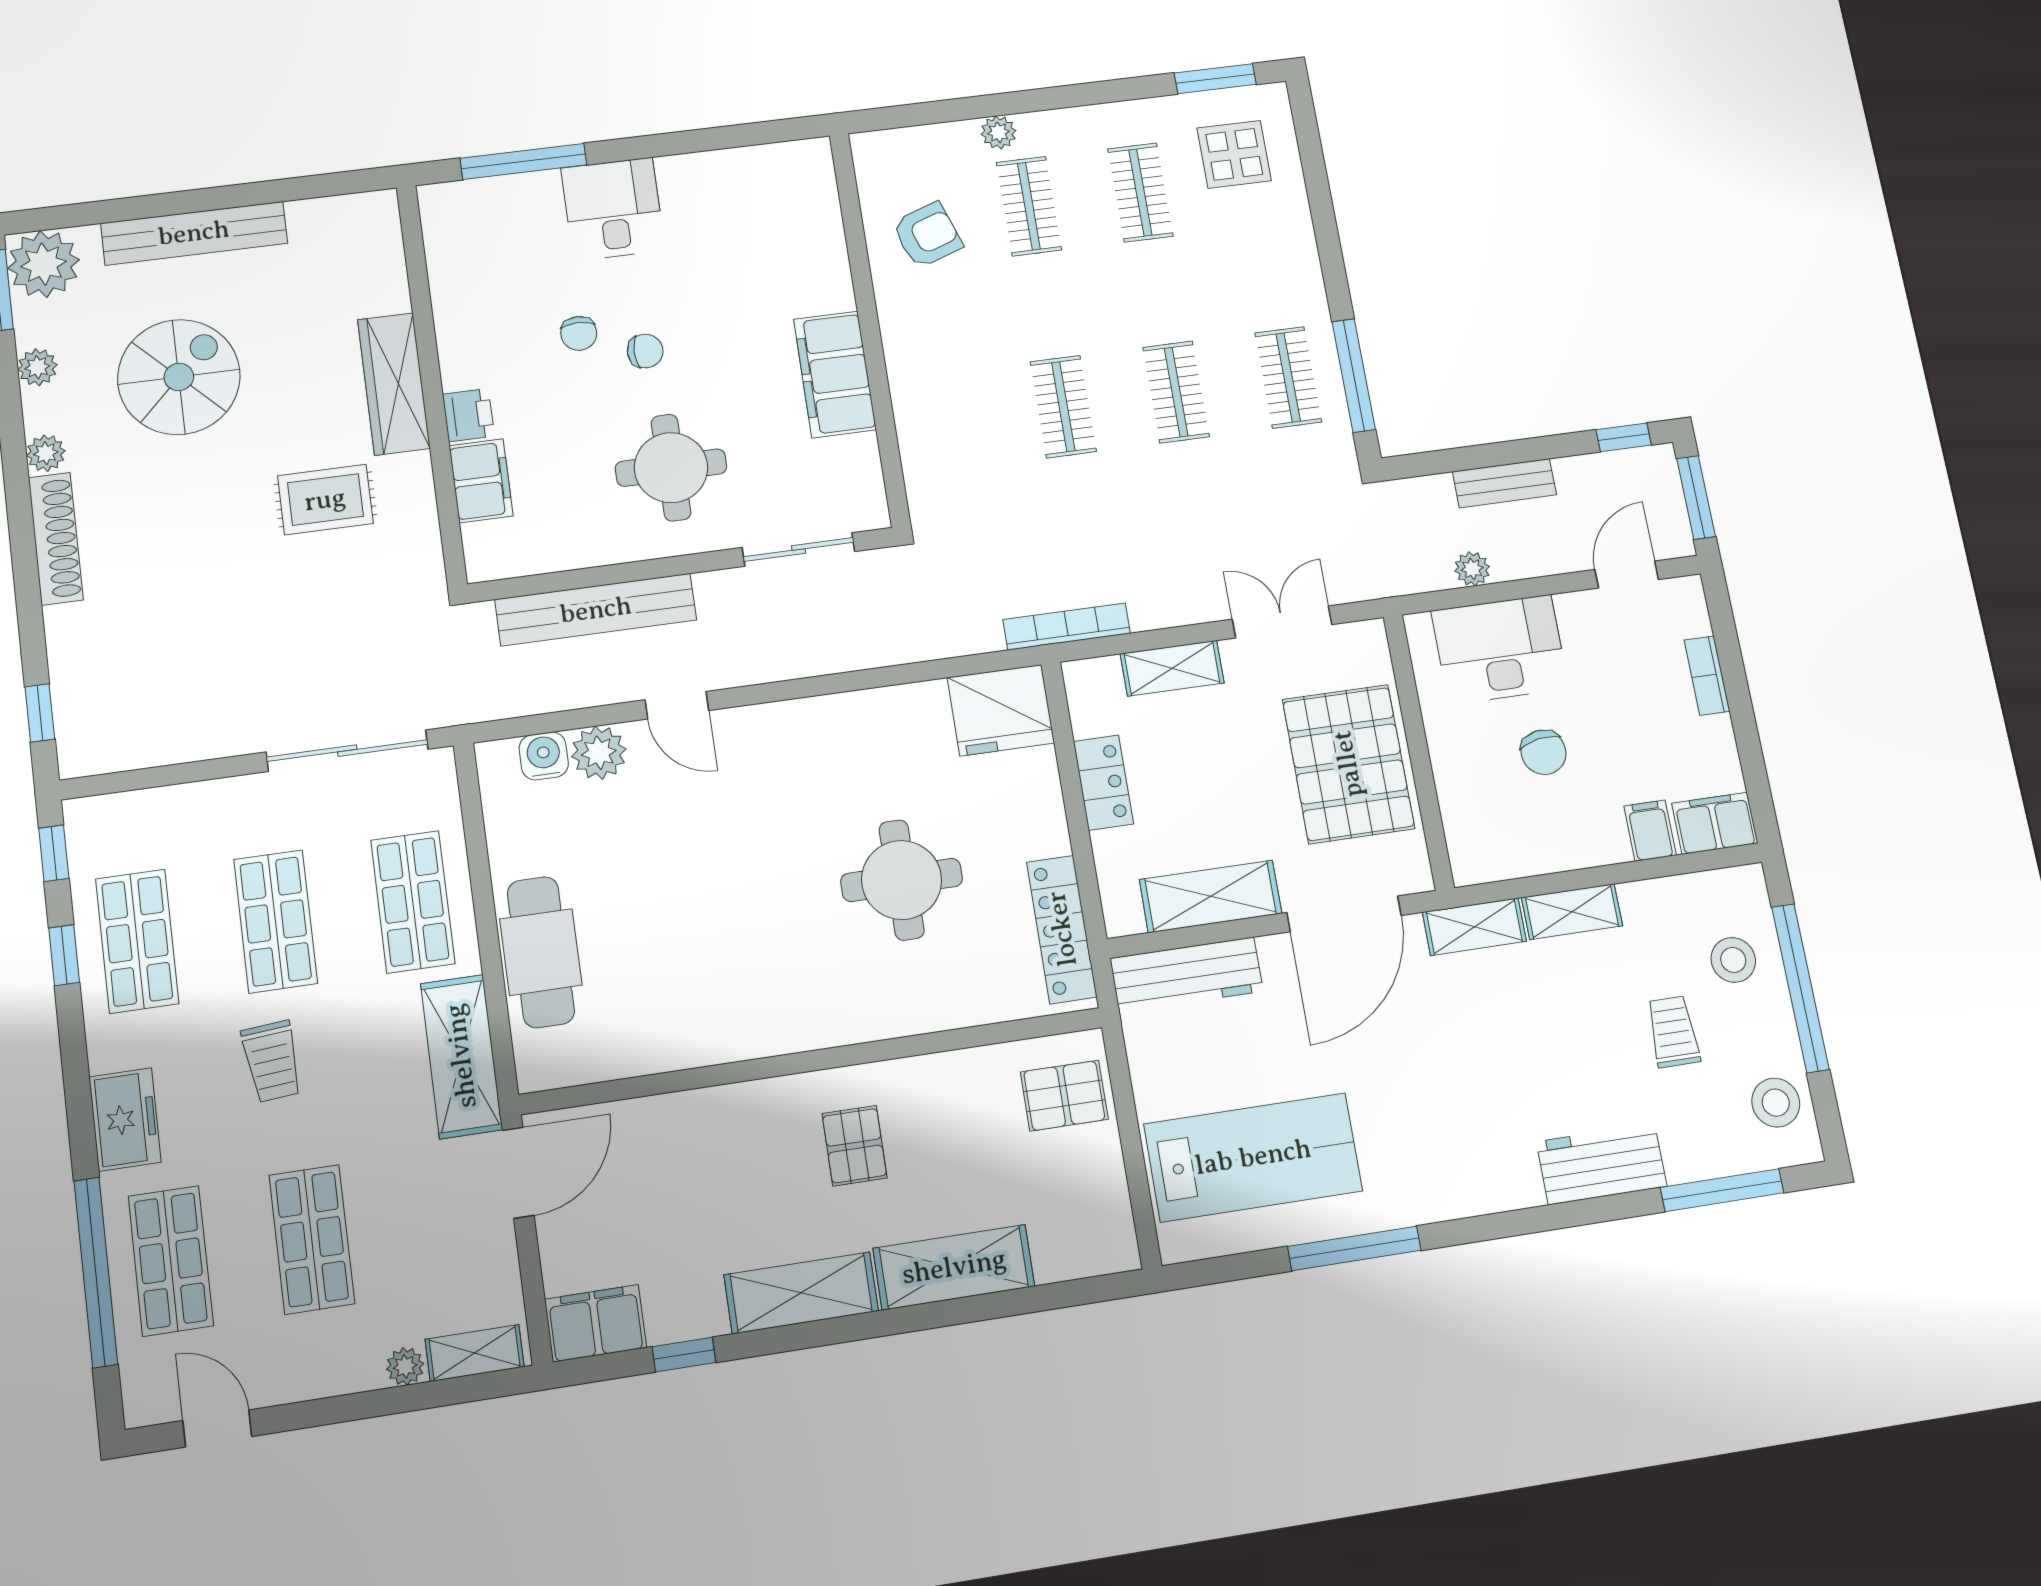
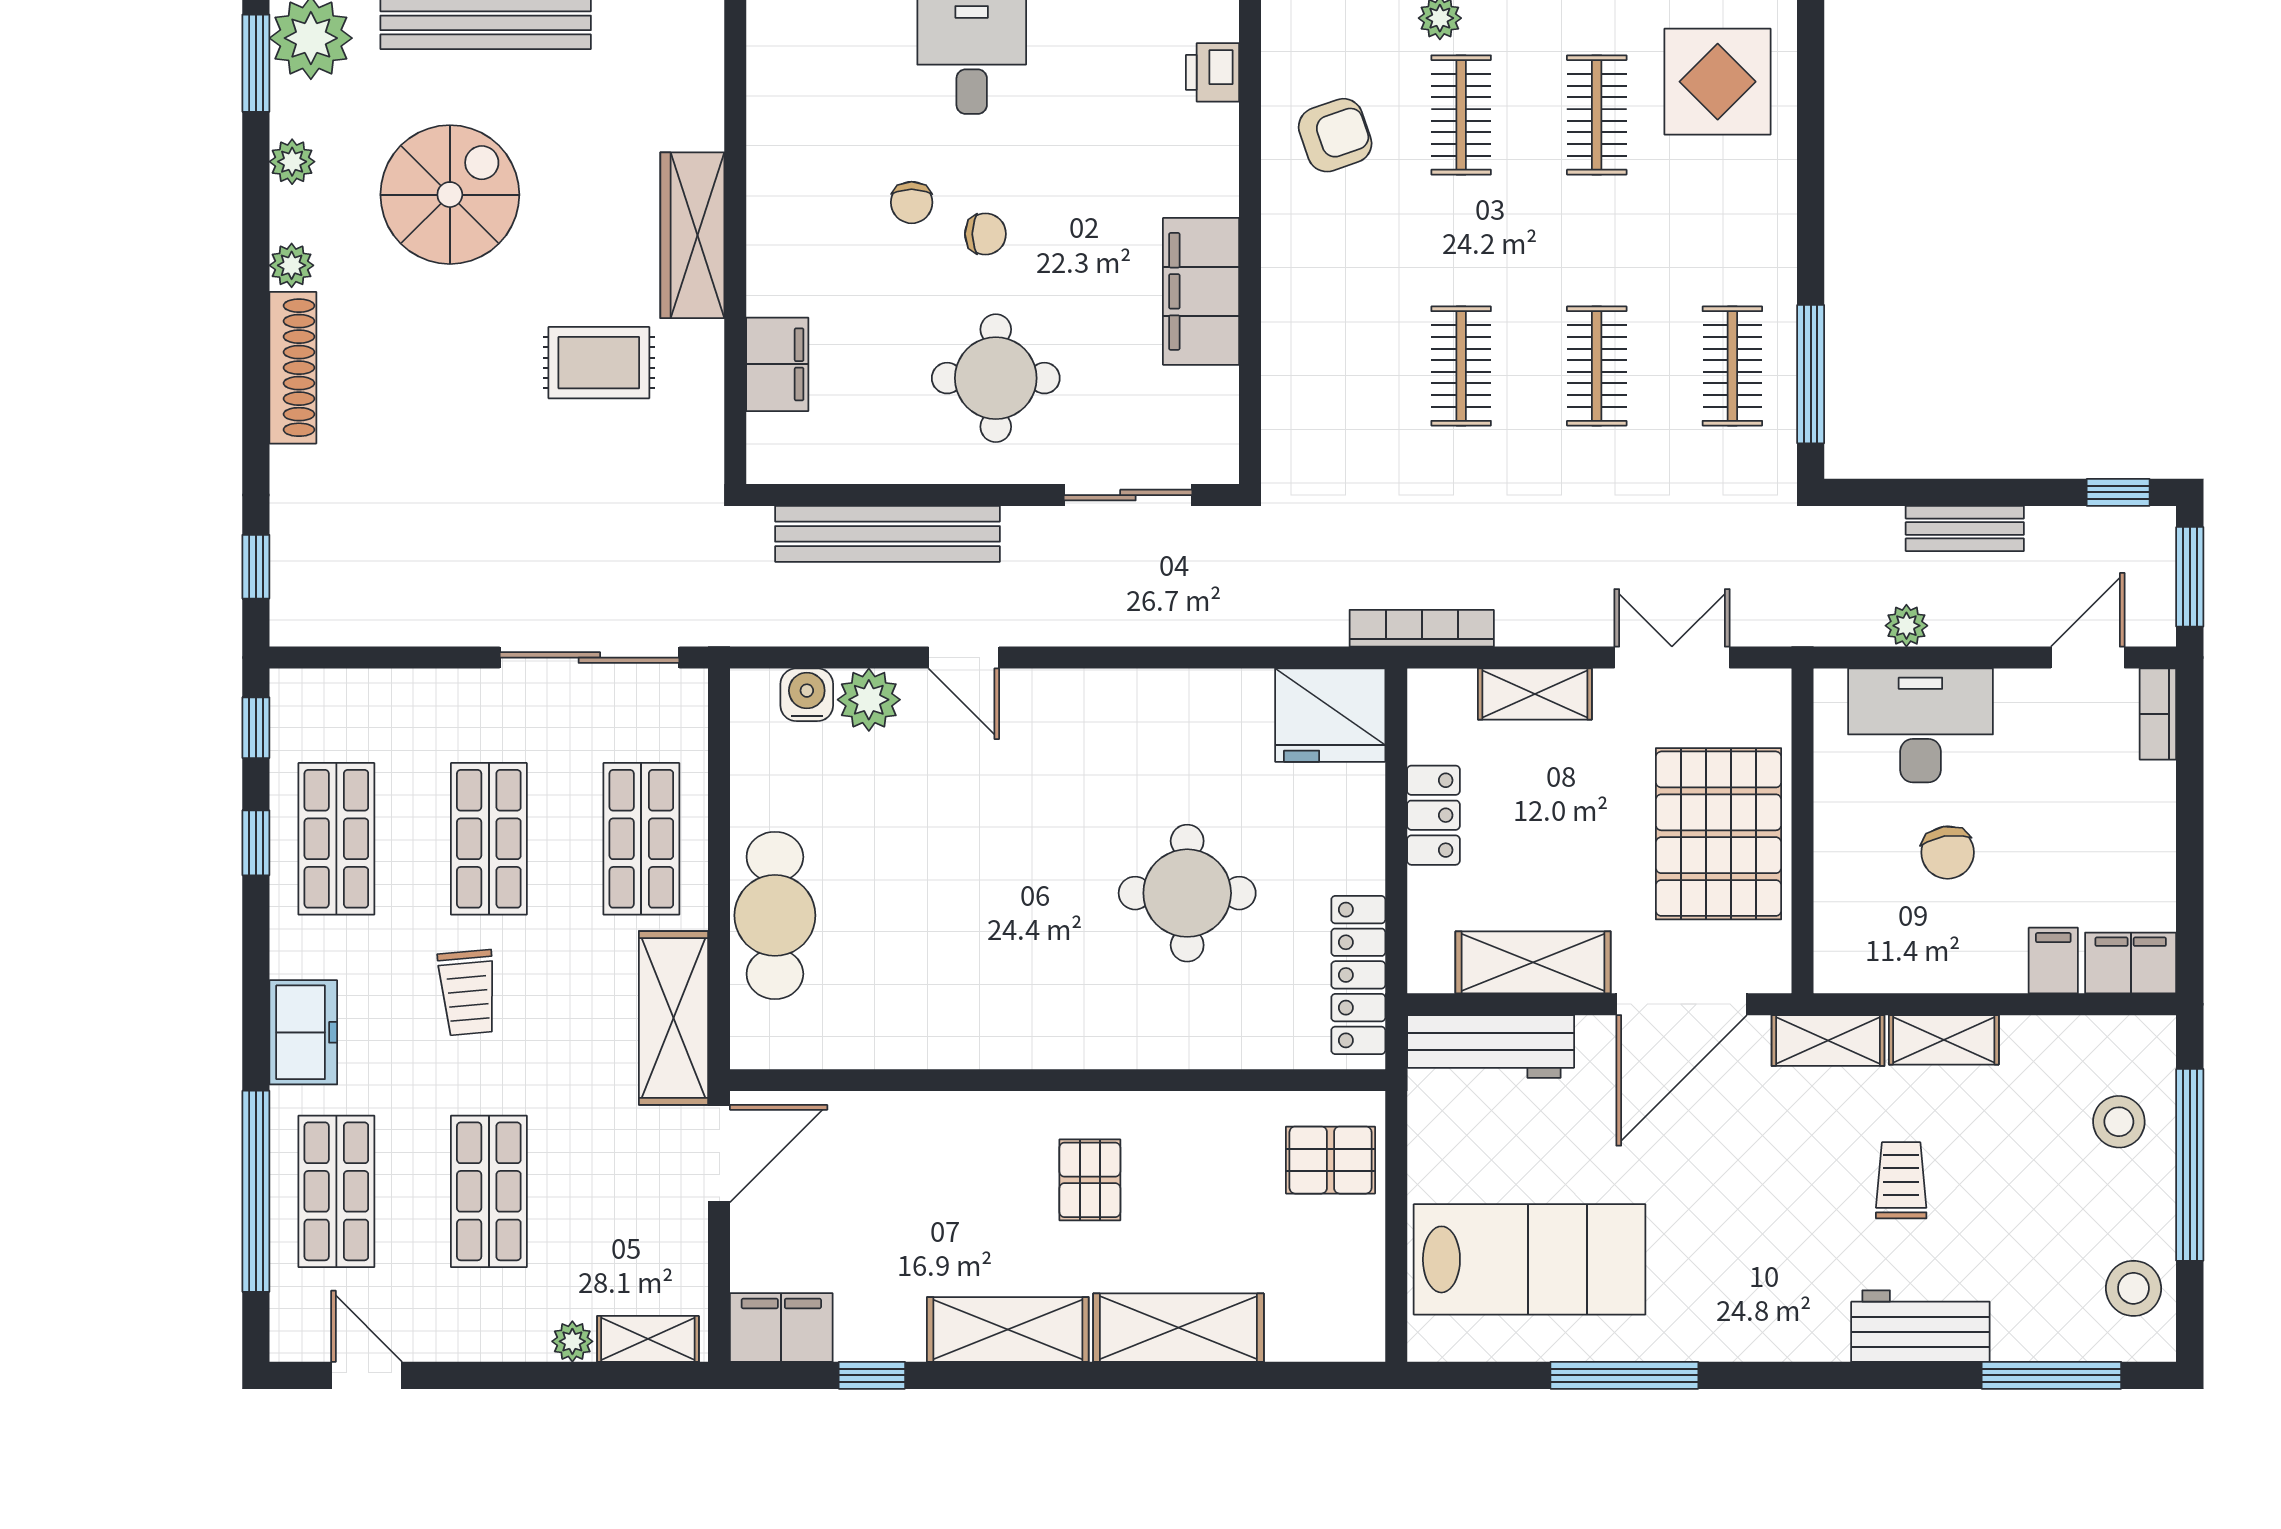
display table: (1234, 154) -> (1718, 82), width x1.36, depth x1.36
printer: (468, 415) -> (1213, 72), moved, turned 180
bookcase: (1707, 676) -> (2158, 714), moved
trolley: (1673, 1032) -> (1901, 1180), moved

